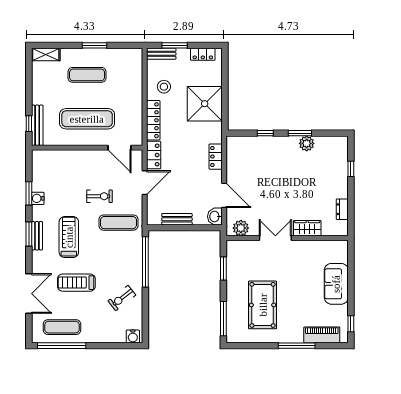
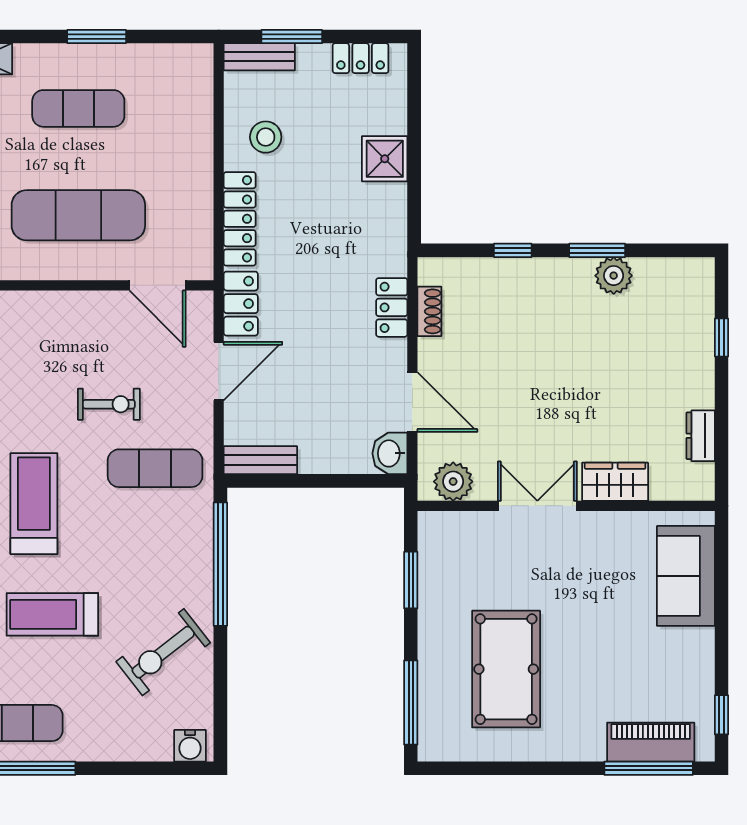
shower: (205, 104) -> (385, 159), width x0.54, depth x0.54
shoe rack: (231, 158) -> (429, 311), added
bench: (177, 219) -> (260, 460), moved
sofa: (336, 284) -> (686, 576), moved
exercise bike: (122, 298) -> (163, 652), width x1.38, depth x1.39
window: (297, 346) -> (649, 768), moved

